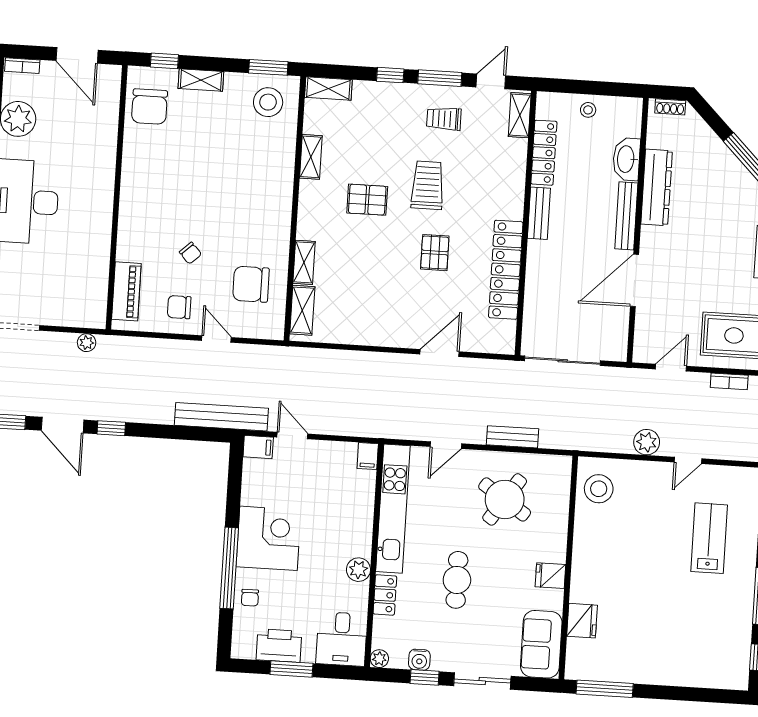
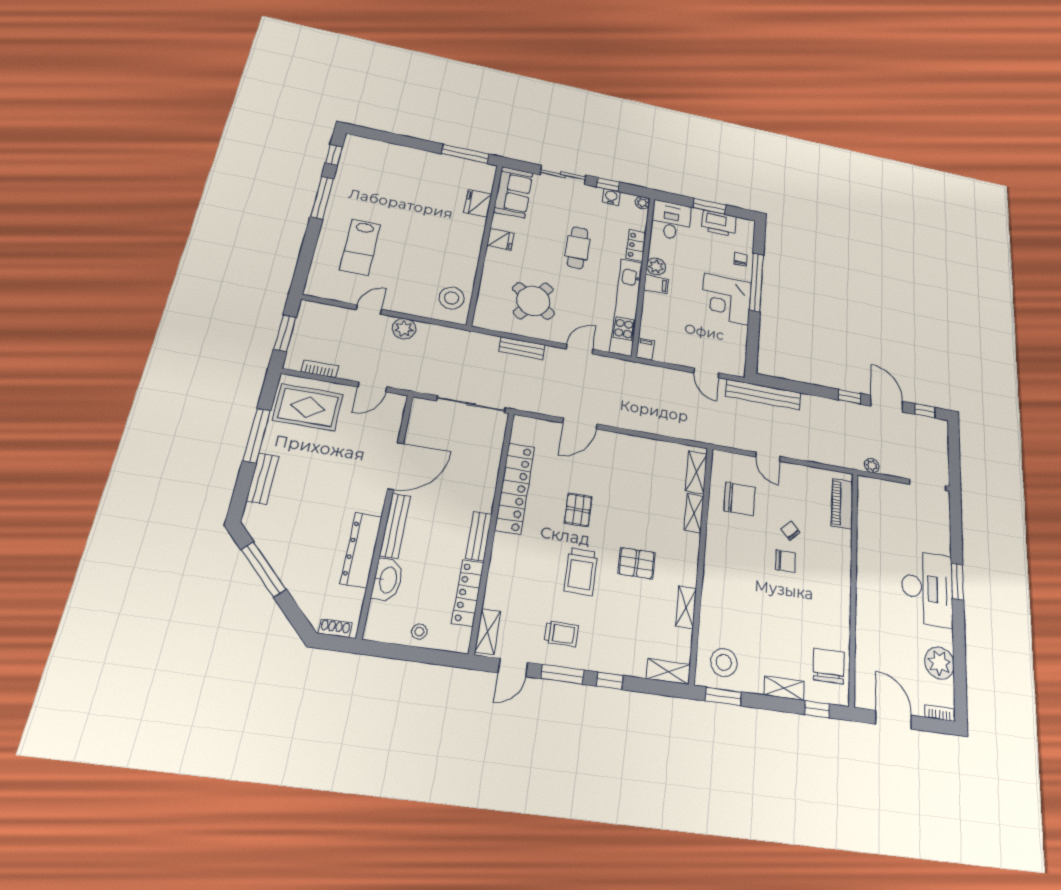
chair: (179, 307) -> (786, 561), moved
filing cabinet: (258, 447) -> (656, 284), moved, turned 180

